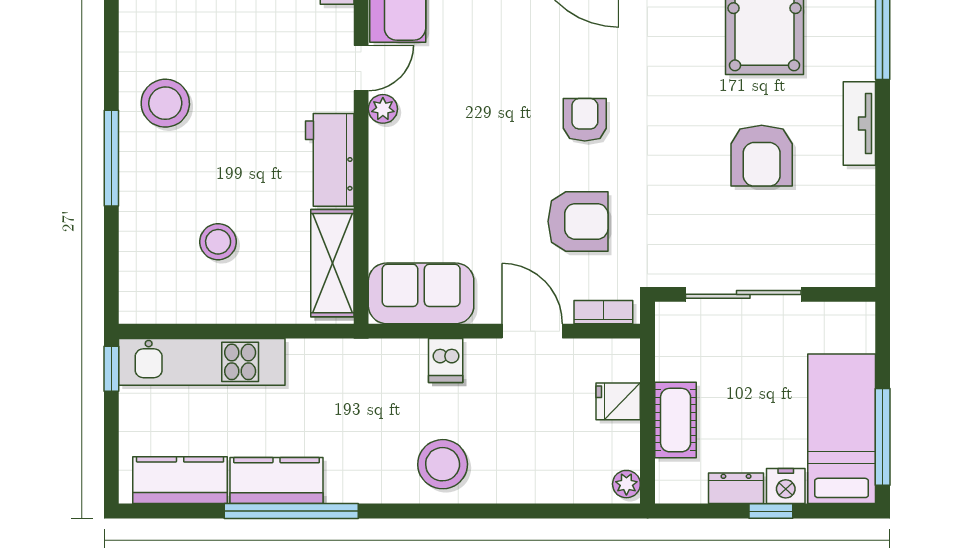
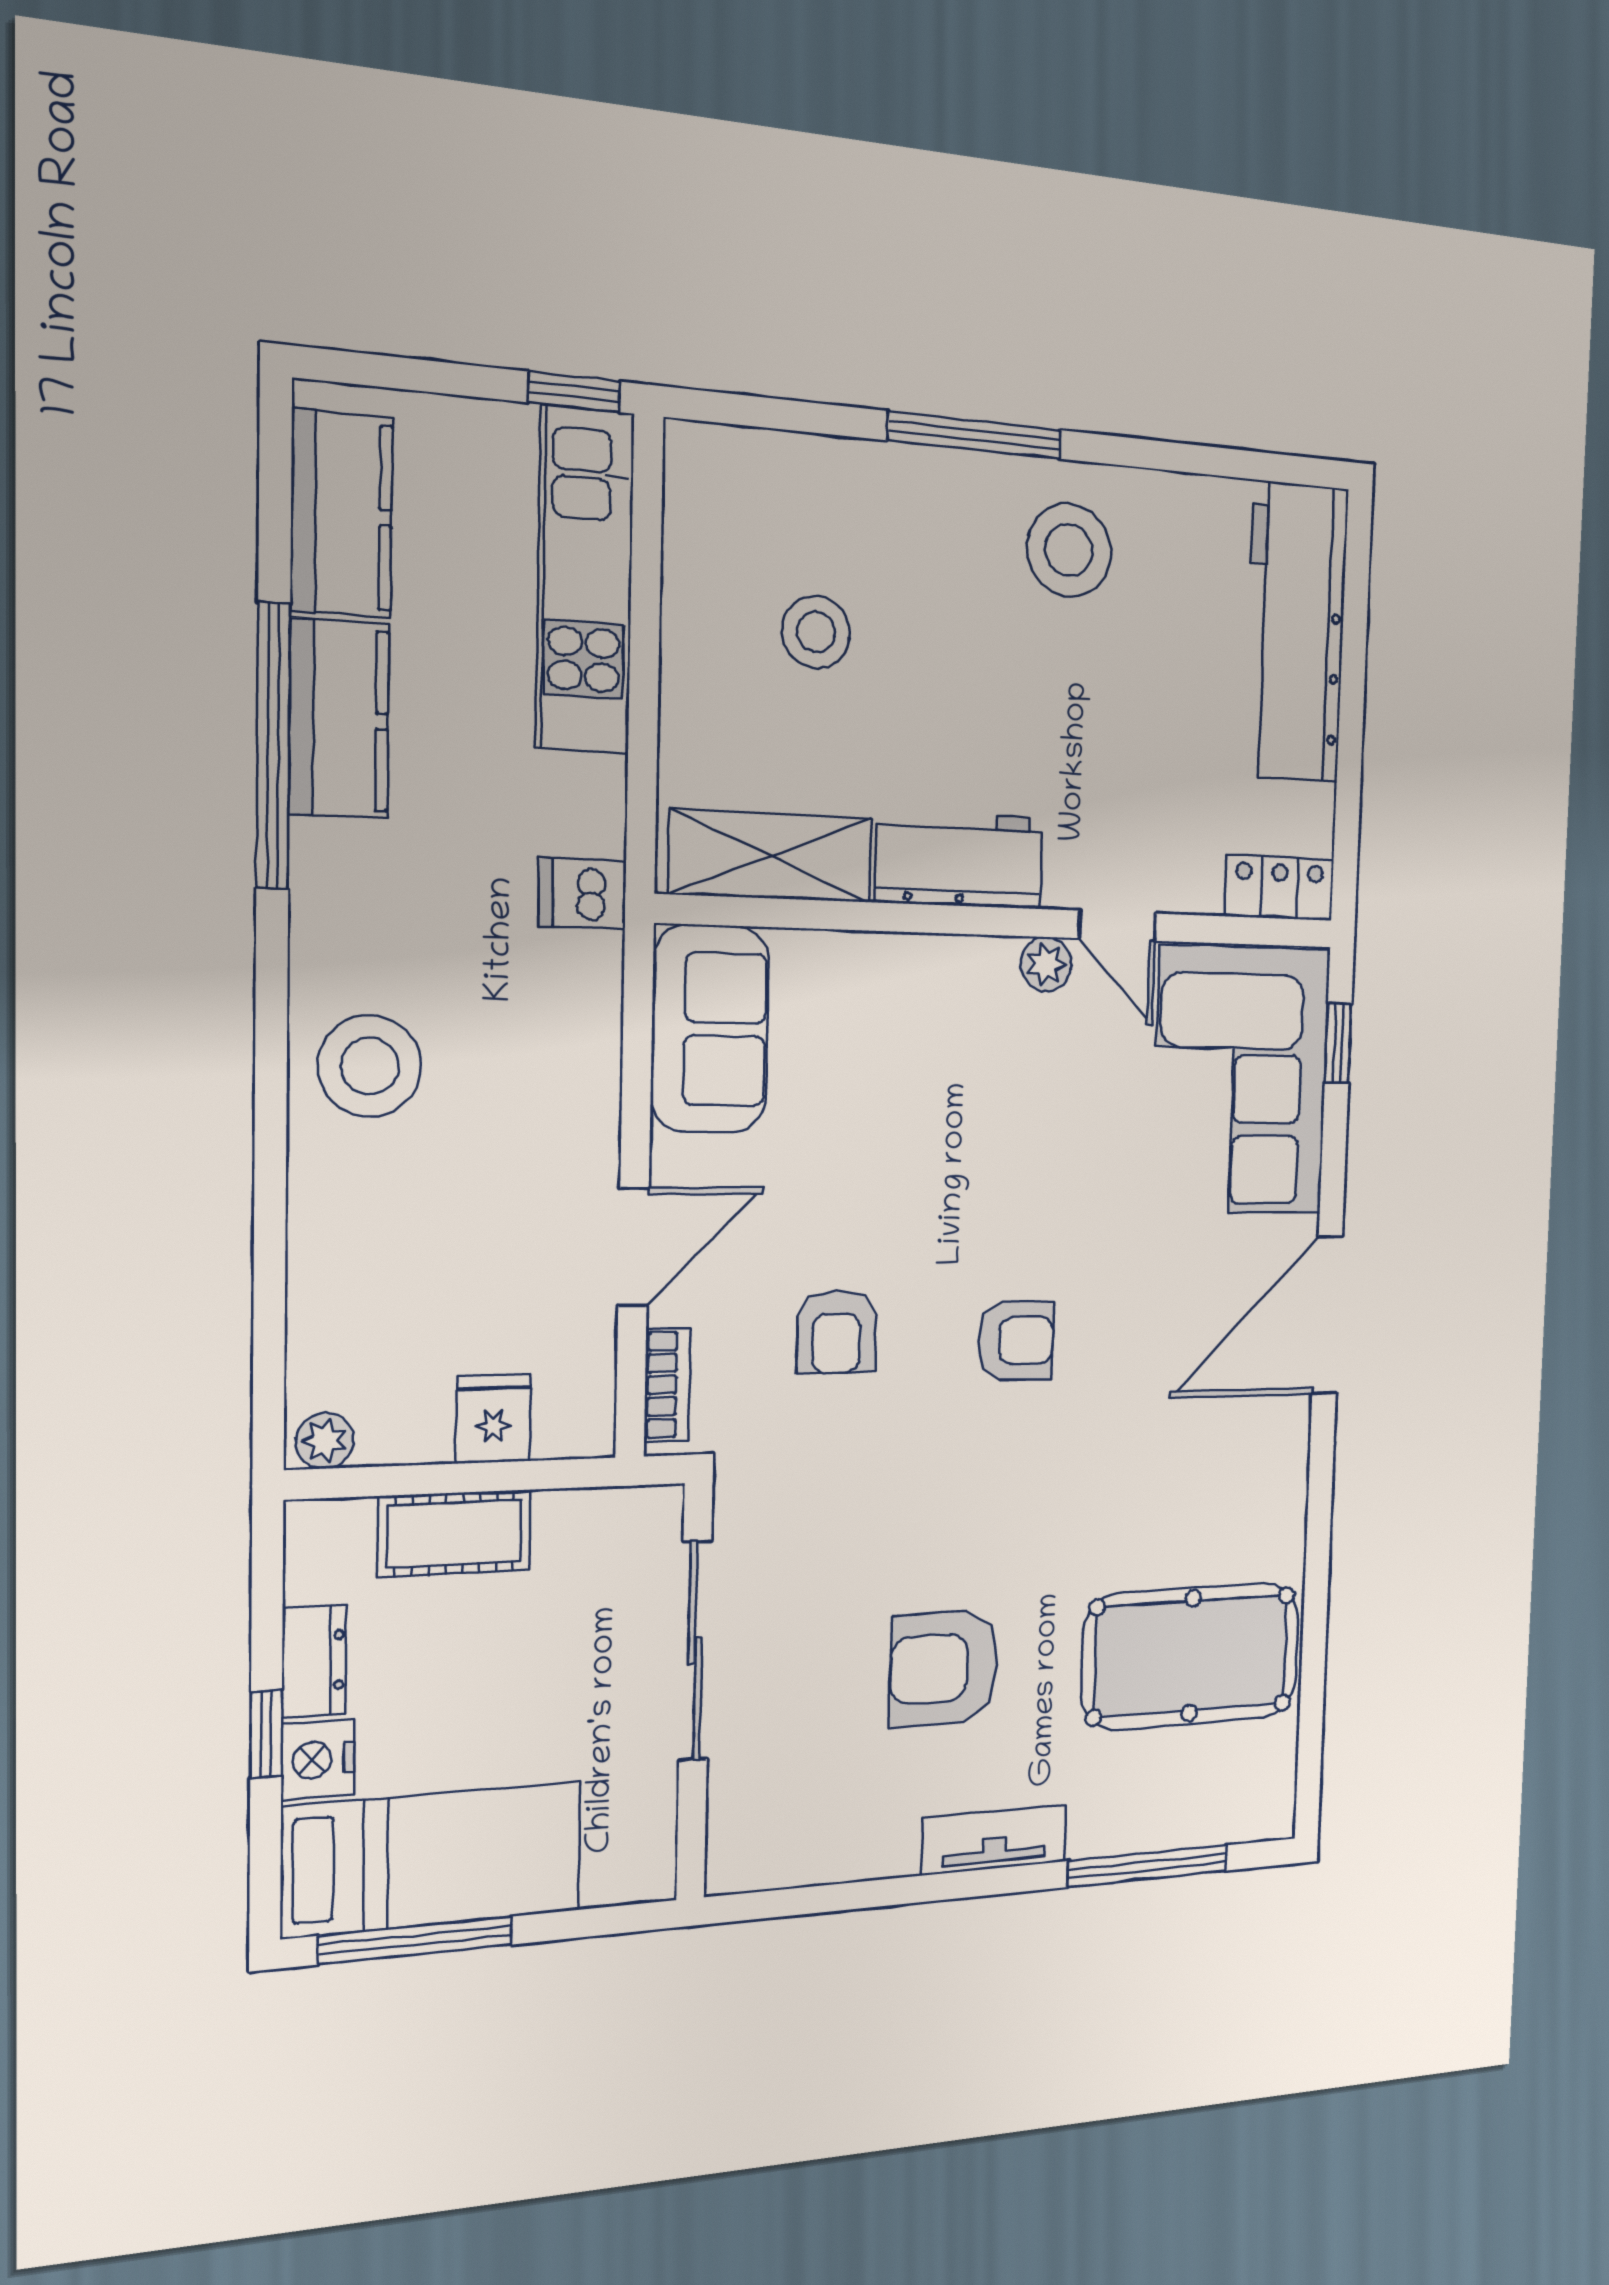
armchair: (578, 221) -> (836, 1332), width x0.72, depth x0.72
dishwasher: (446, 360) -> (582, 894), moved

